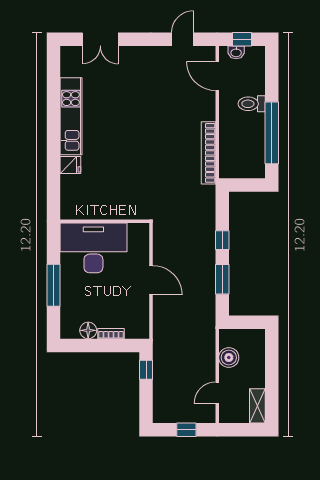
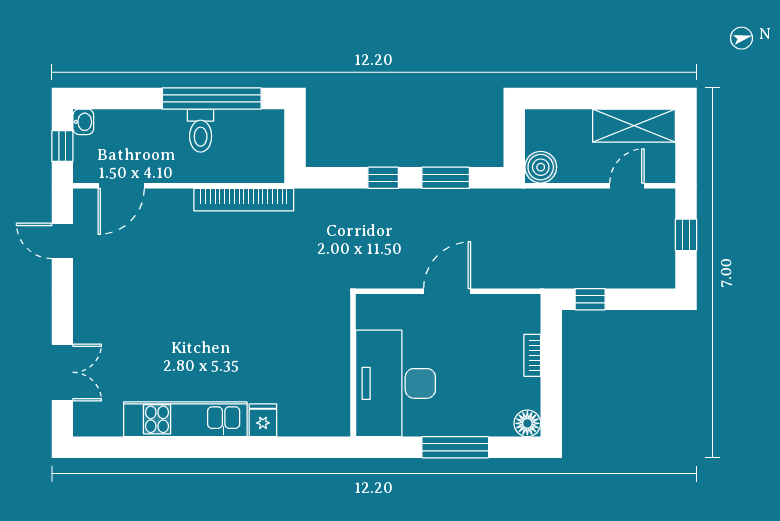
washbasin: (236, 52) -> (83, 122), moved
toilet: (252, 104) -> (201, 131), moved
floor lamp: (88, 330) -> (527, 423), moved
boiler: (229, 358) -> (541, 167), moved
door: (217, 393) -> (627, 186), swing flipped
shelving: (257, 406) -> (634, 126), width x1.50, depth x1.33

